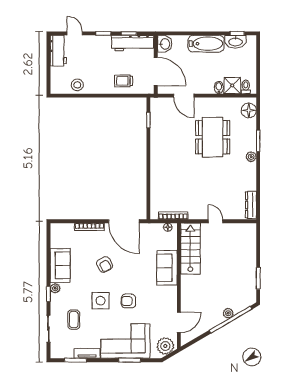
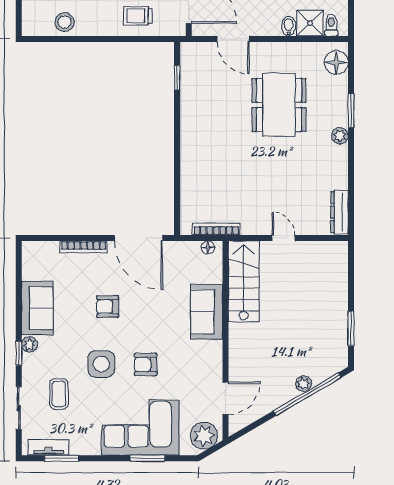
armchair: (105, 264) -> (108, 307), turned 118
tv unit: (87, 353) -> (49, 448), moved

